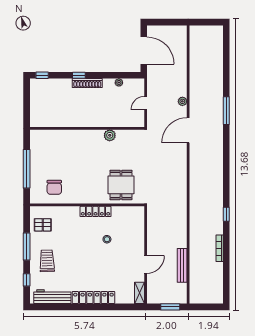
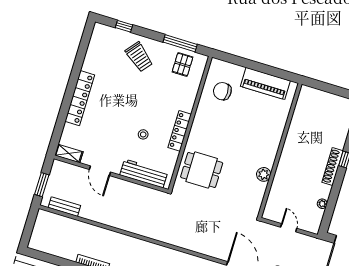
piano: (38, 155) -> (265, 83), added
window: (27, 169) -> (254, 65), removed
window: (27, 246) -> (180, 43), moved
trolley: (47, 261) -> (139, 57), turned 41
bench: (182, 265) -> (64, 207), moved, width x0.73
workbench: (52, 297) -> (144, 173), moved, turned -90

